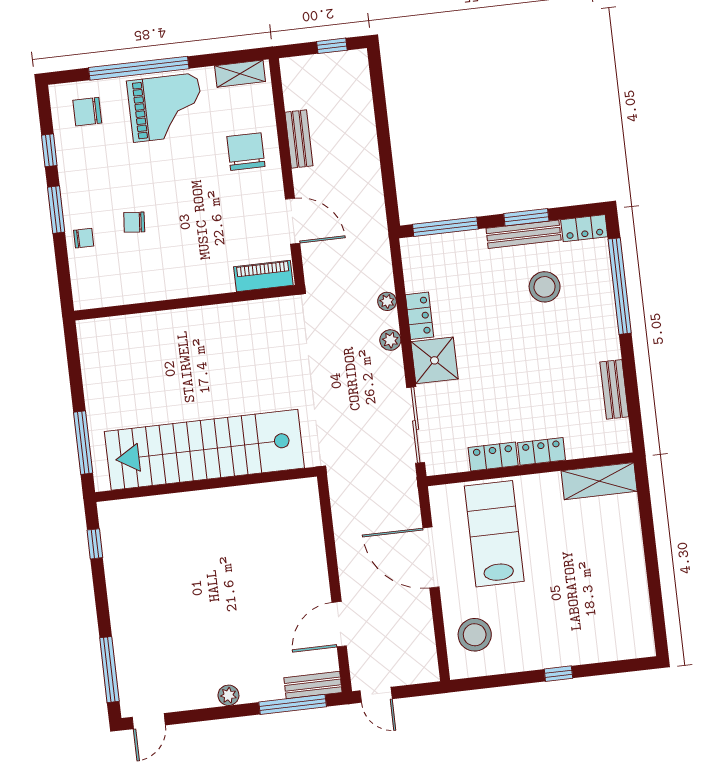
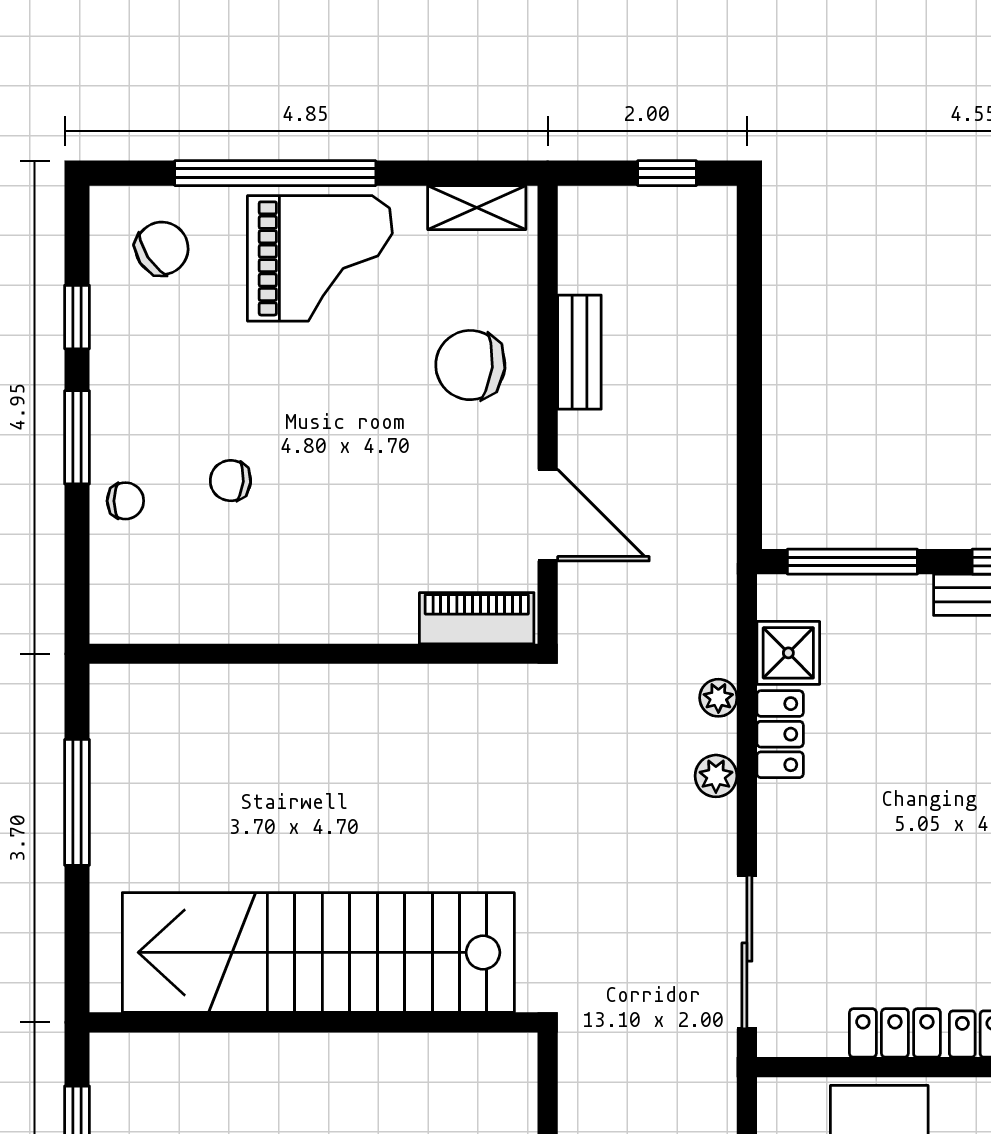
chair: (87, 112) -> (162, 248), turned 147
chair: (246, 152) -> (470, 365), turned -84
shower: (434, 360) -> (788, 653), moved, width x0.73, depth x0.73
window: (83, 443) -> (77, 802), moved

